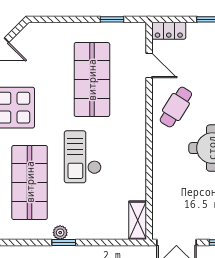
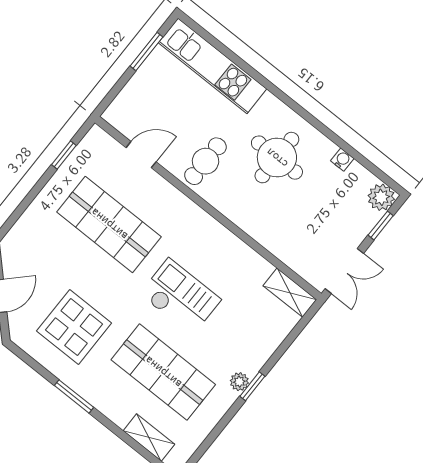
locker: (169, 31) -> (122, 106), removed
cafe table: (176, 107) -> (205, 161), turned 58
checkout: (83, 157) -> (180, 297), turned 180

